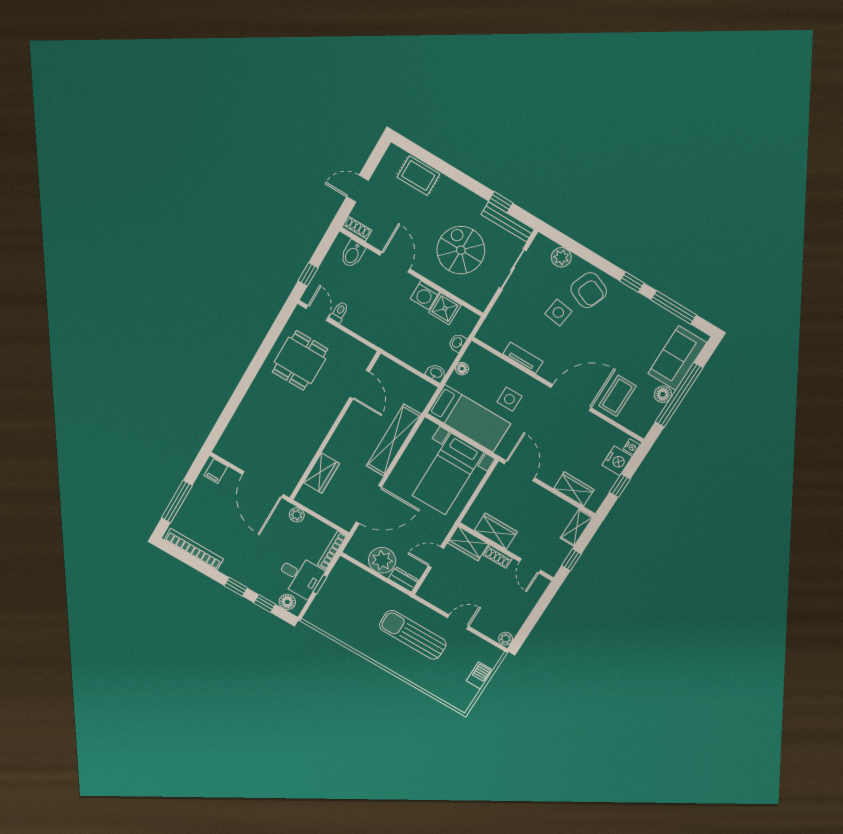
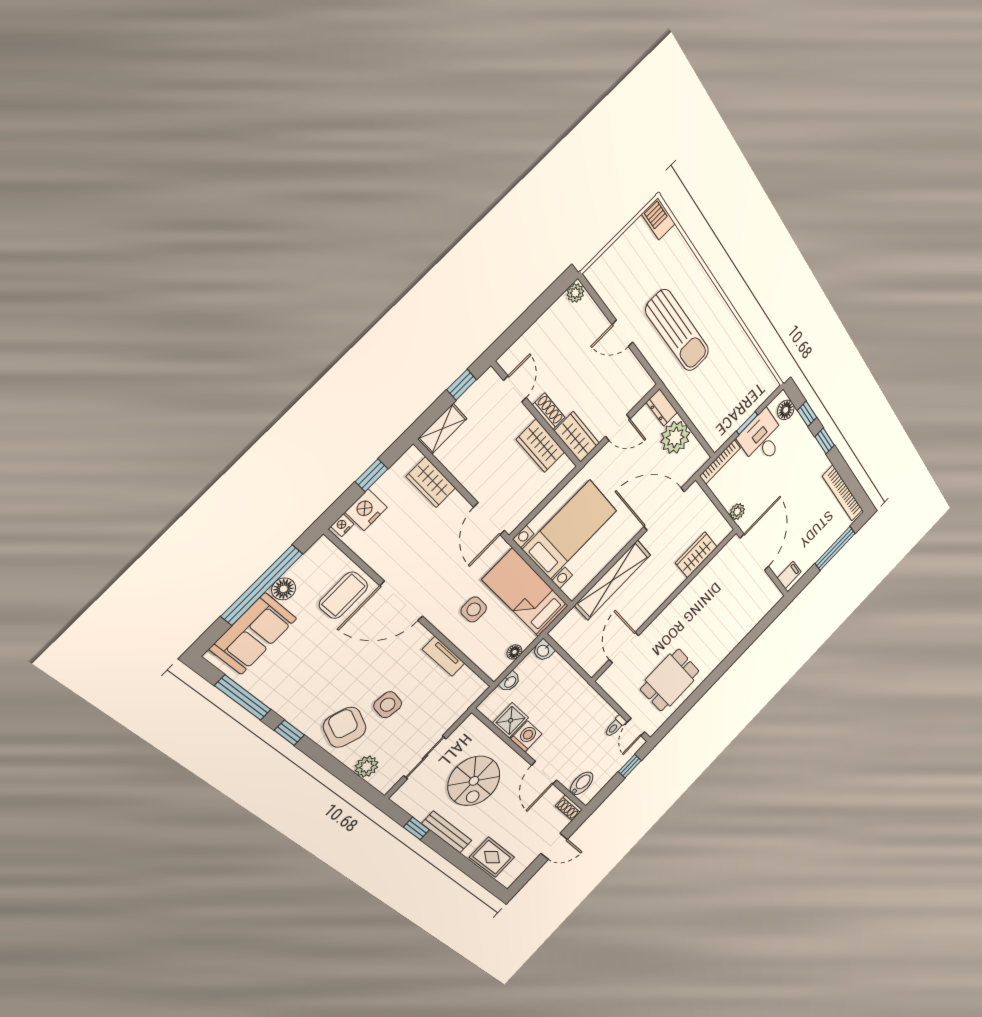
bench: (508, 222) -> (447, 832), moved
barbecue: (480, 676) -> (658, 219), moved, turned 90

